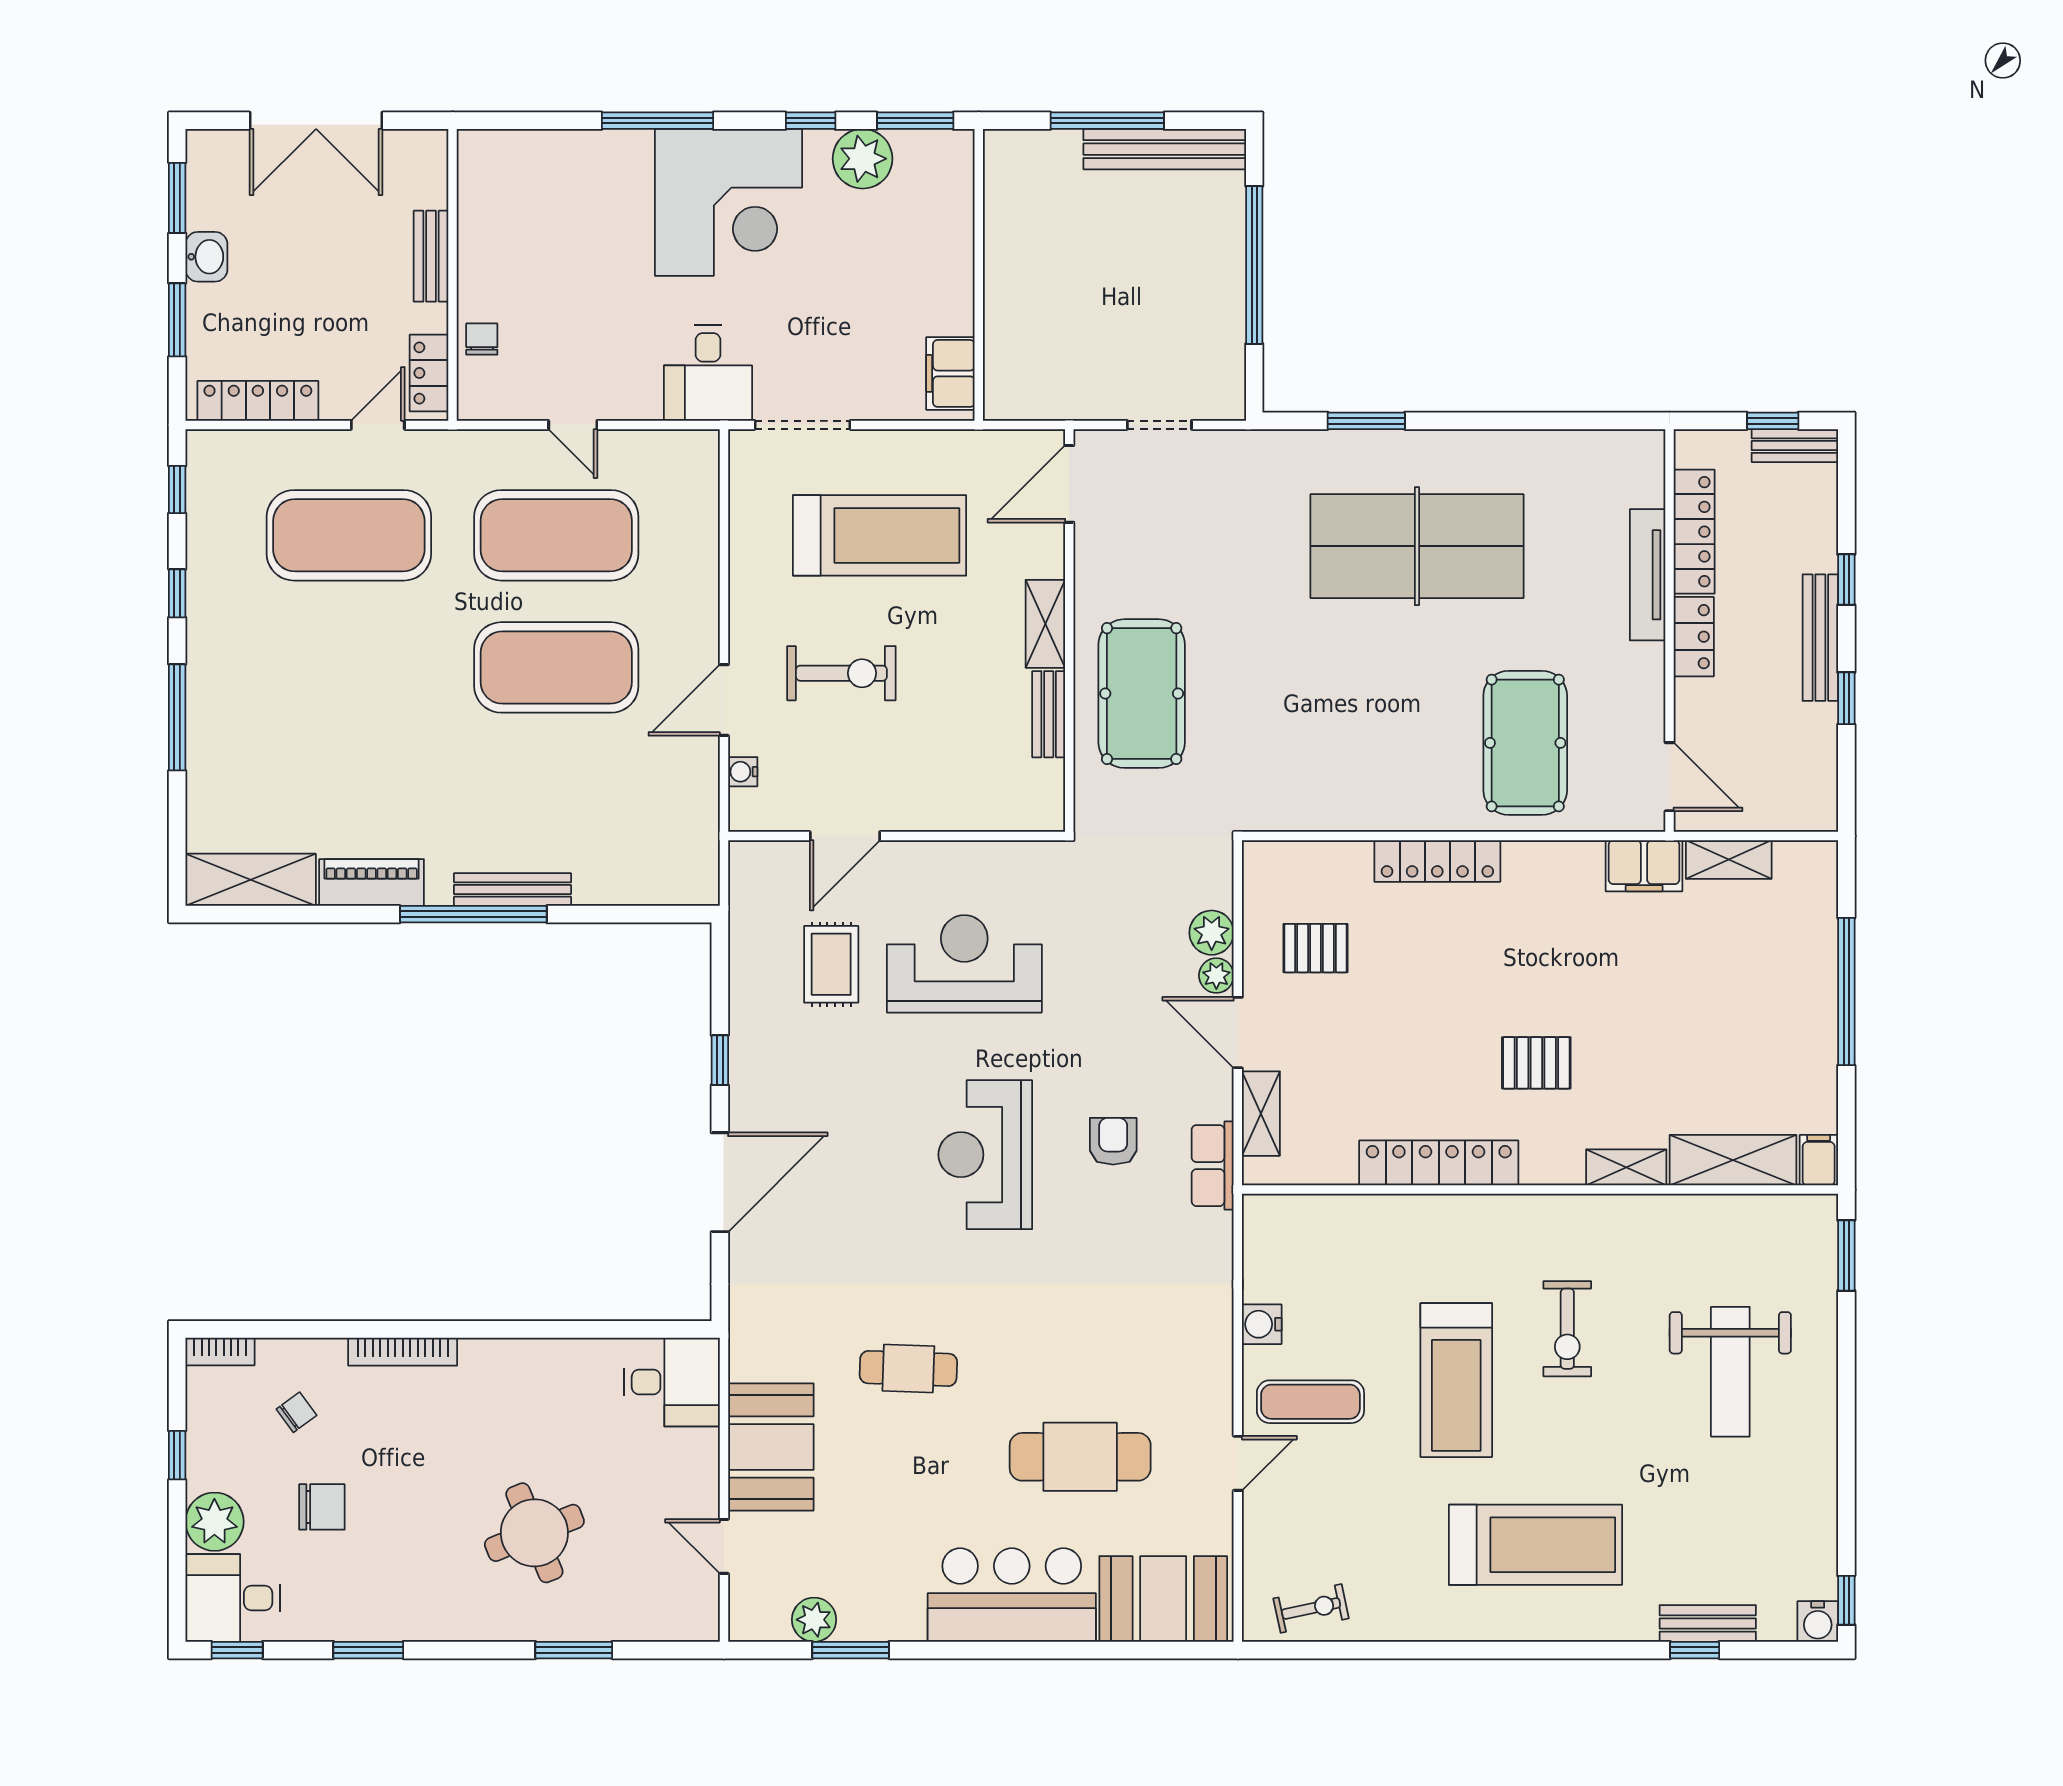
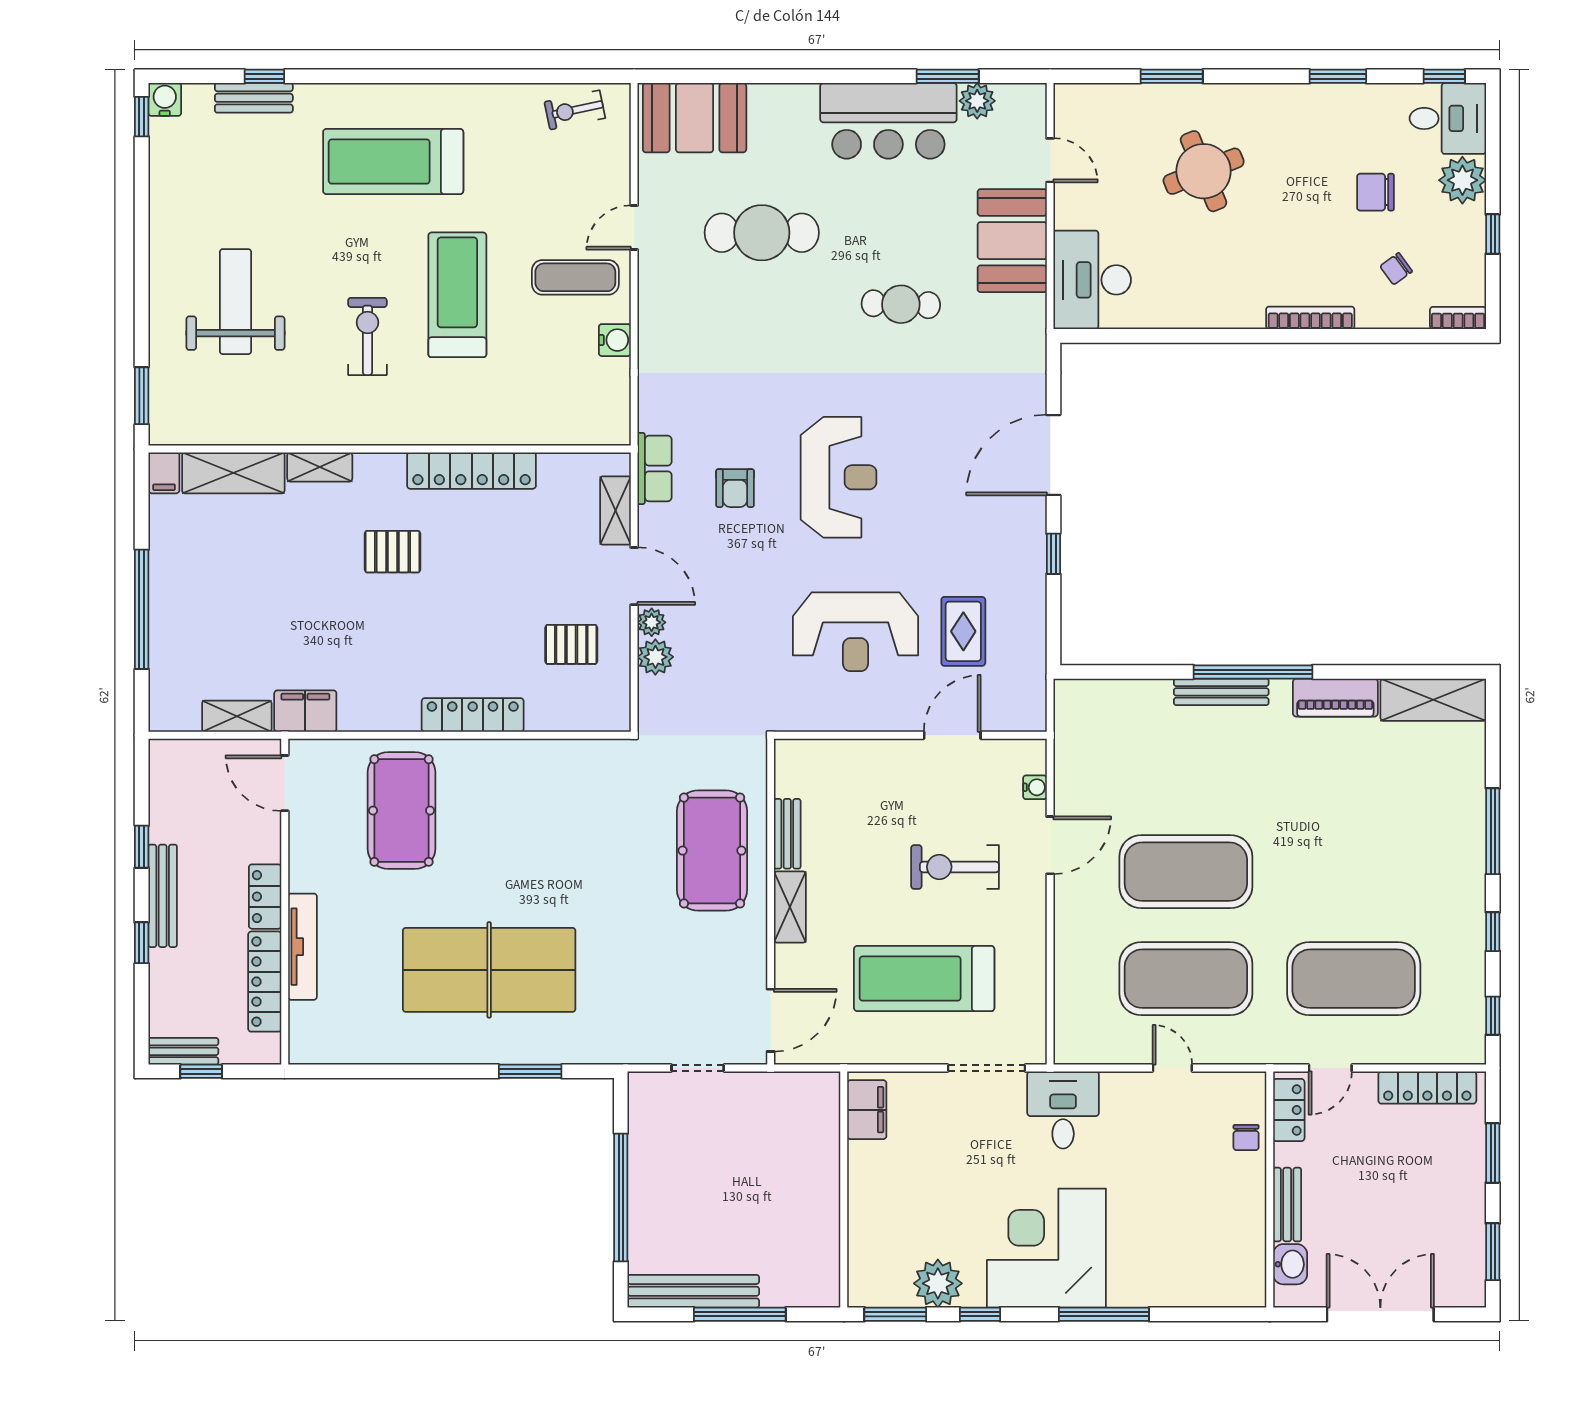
washbasin: (206, 257) -> (1290, 1264), moved, turned 180
desk: (672, 1382) -> (1092, 280), width x1.37
bar counter: (1012, 1595) -> (888, 121), moved

